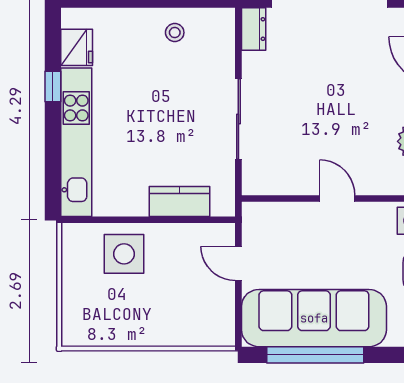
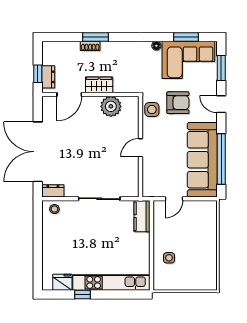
stool: (175, 33) -> (54, 209), moved
kitchen counter: (180, 202) -> (142, 216), moved
side table: (124, 254) -> (169, 258), width x0.54, depth x0.54

